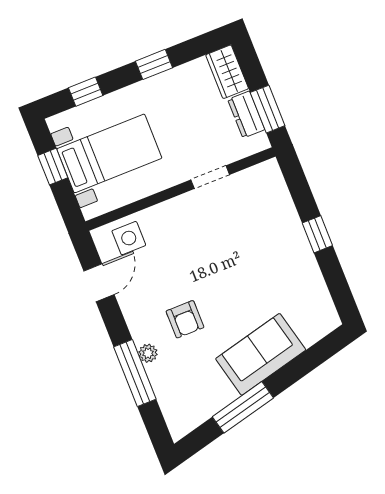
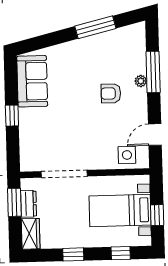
doorway: (210, 177) -> (64, 174), width x1.88
armchair: (185, 319) -> (111, 93), turned -90
sofa: (261, 354) -> (32, 81), moved, turned -76

